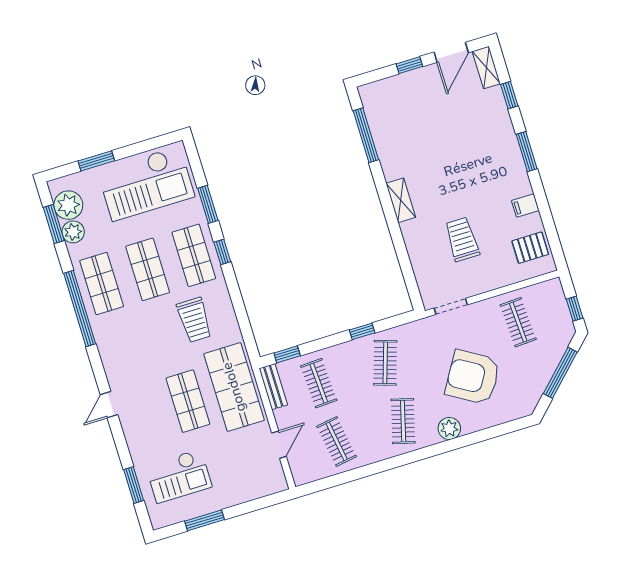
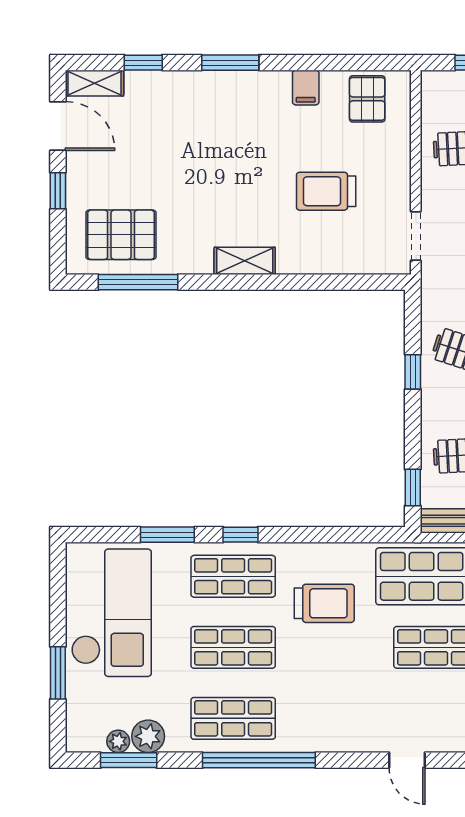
pallet: (393, 115) -> (121, 235), added
plant: (68, 205) -> (118, 741), width x0.53, depth x0.53

